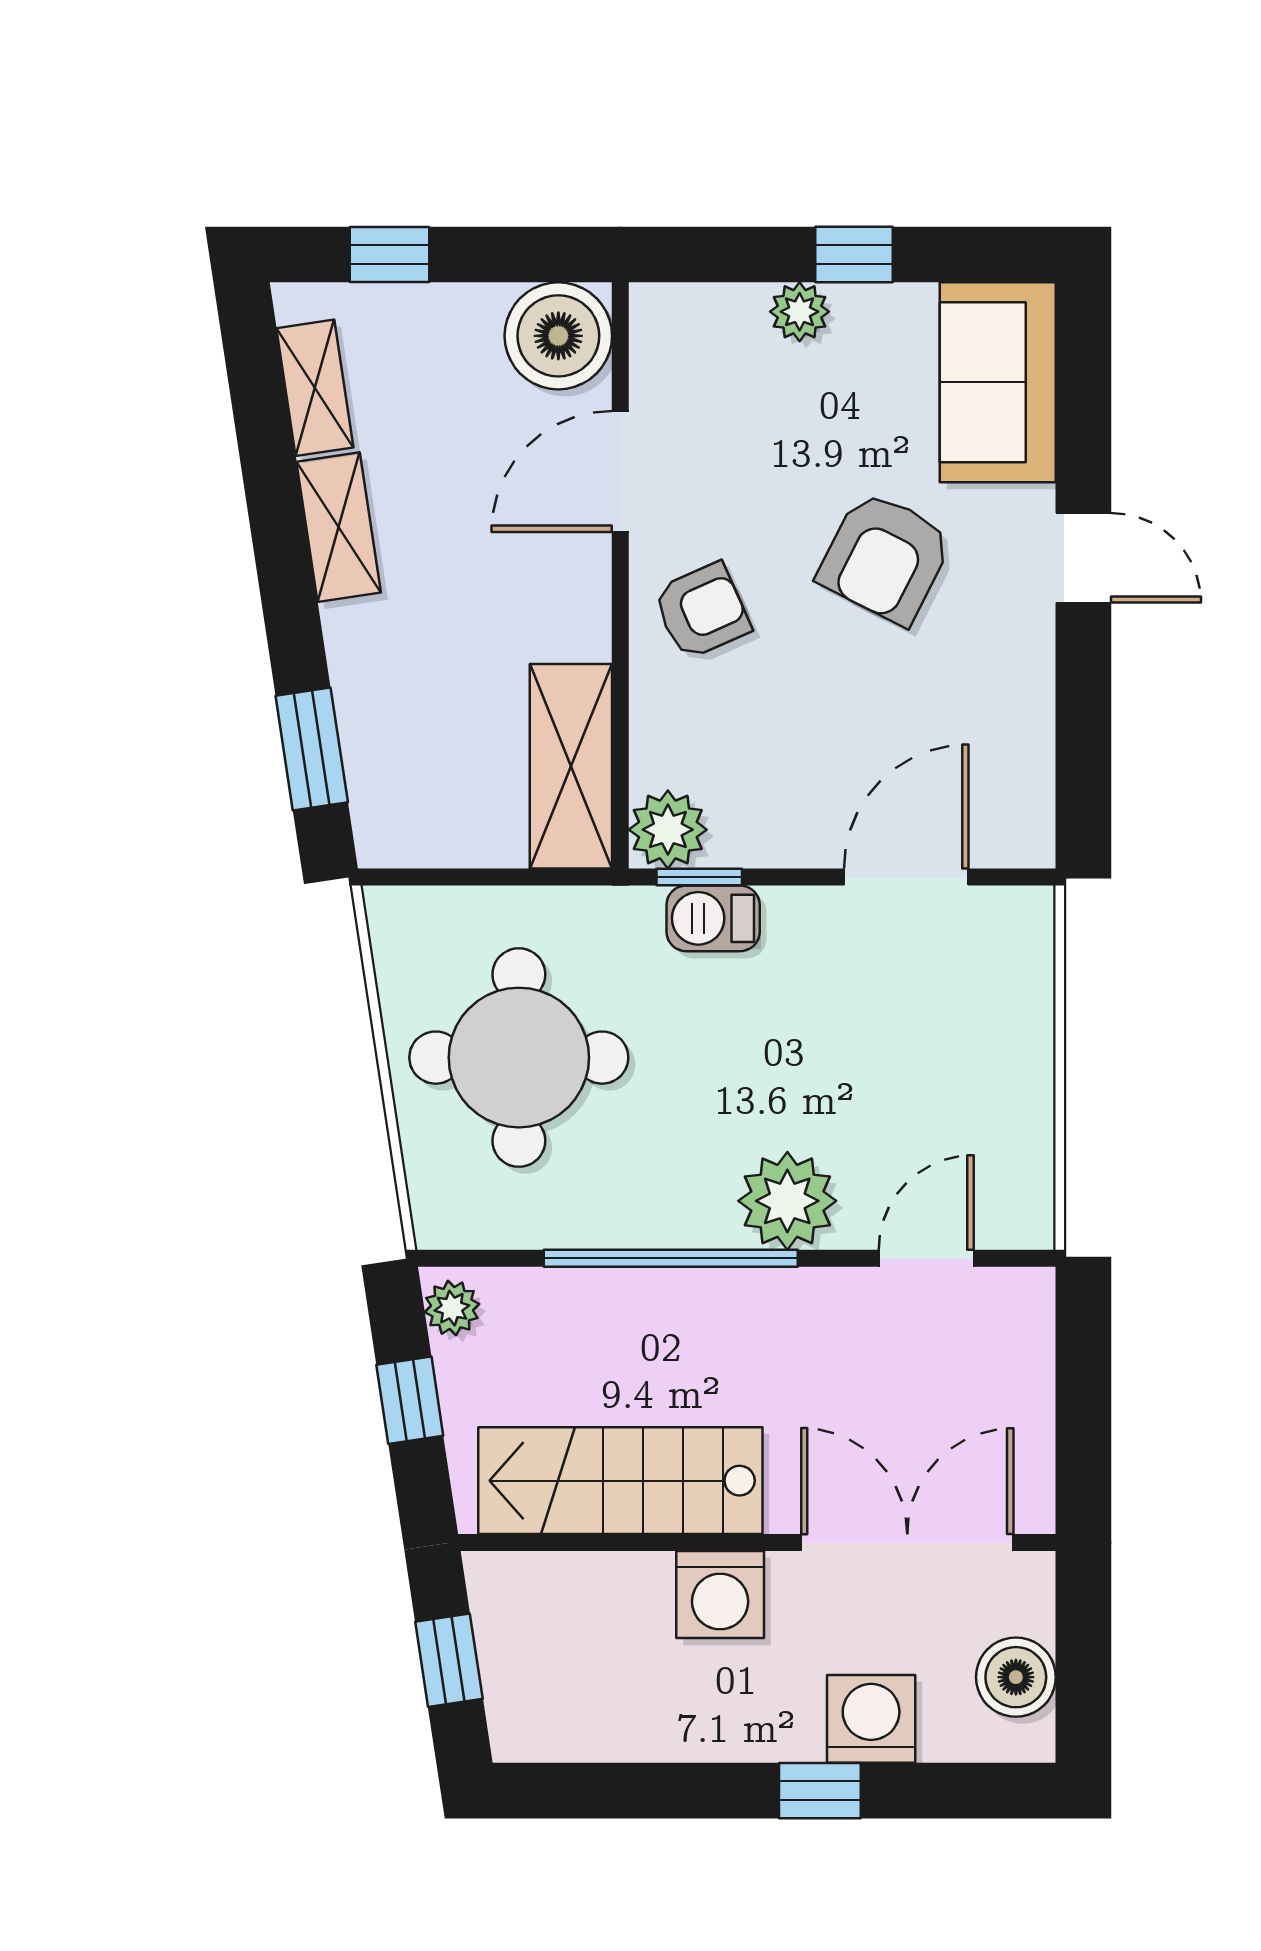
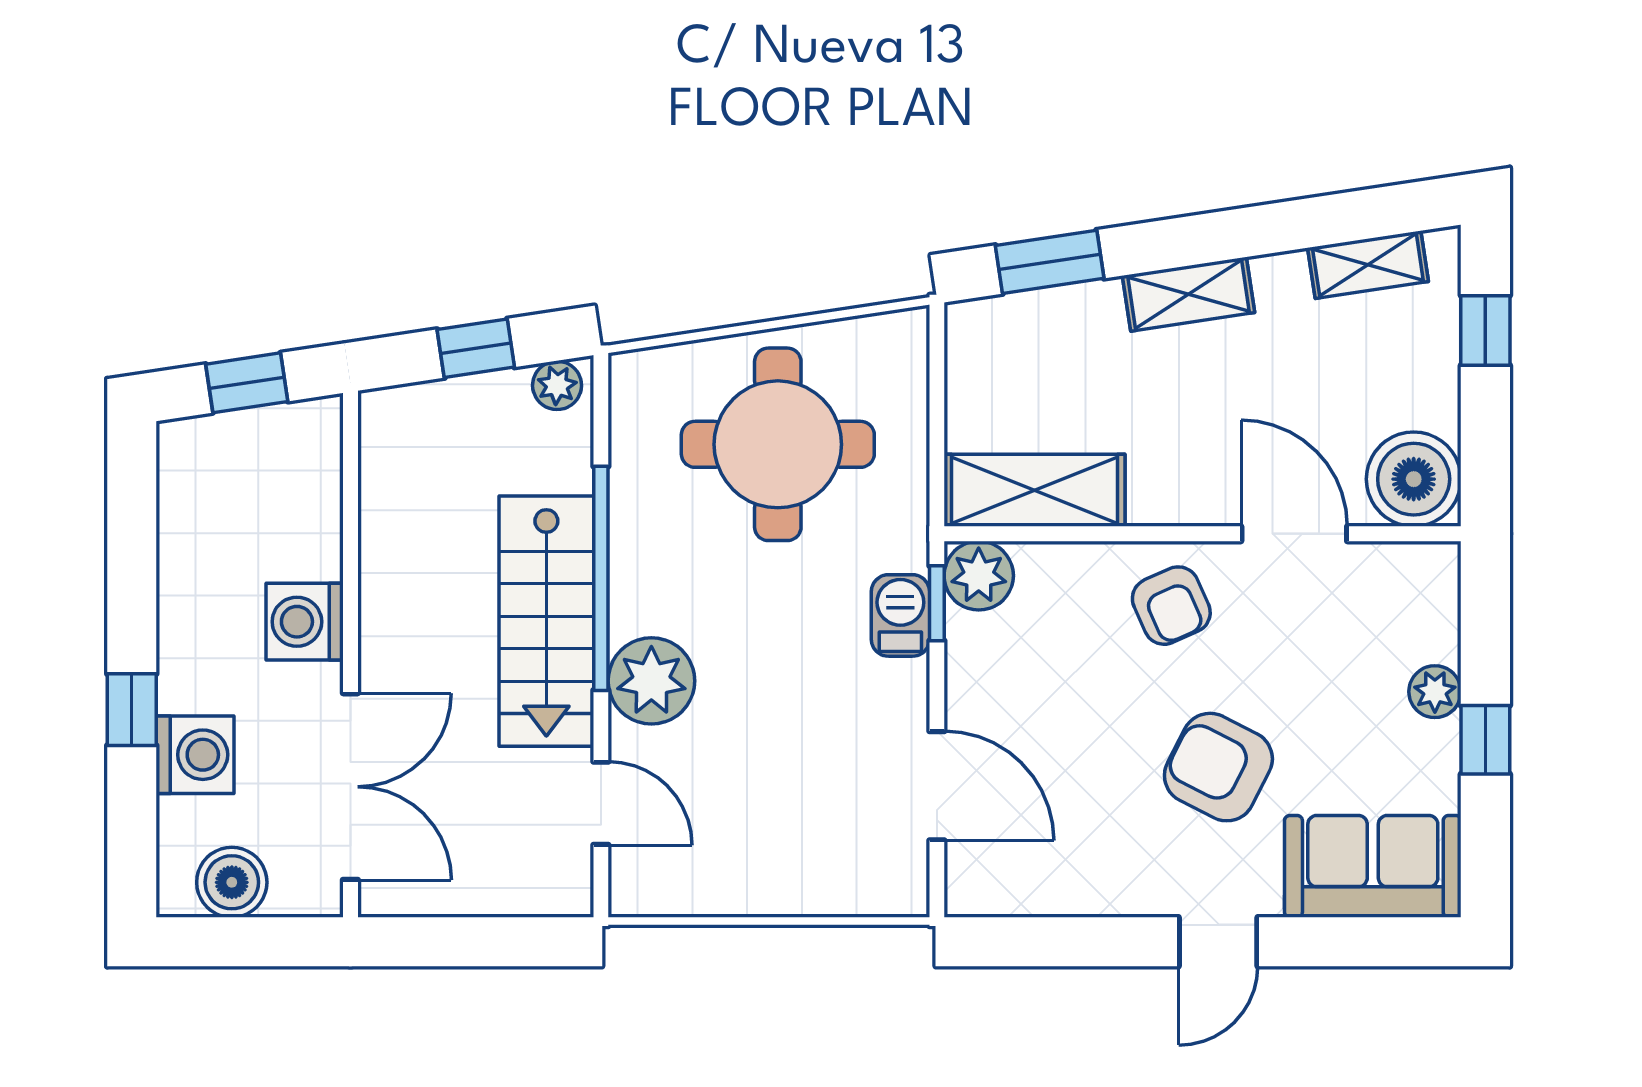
shelving: (339, 527) -> (1189, 294), moved
stairs: (620, 1481) -> (546, 621), moved, turned 180

